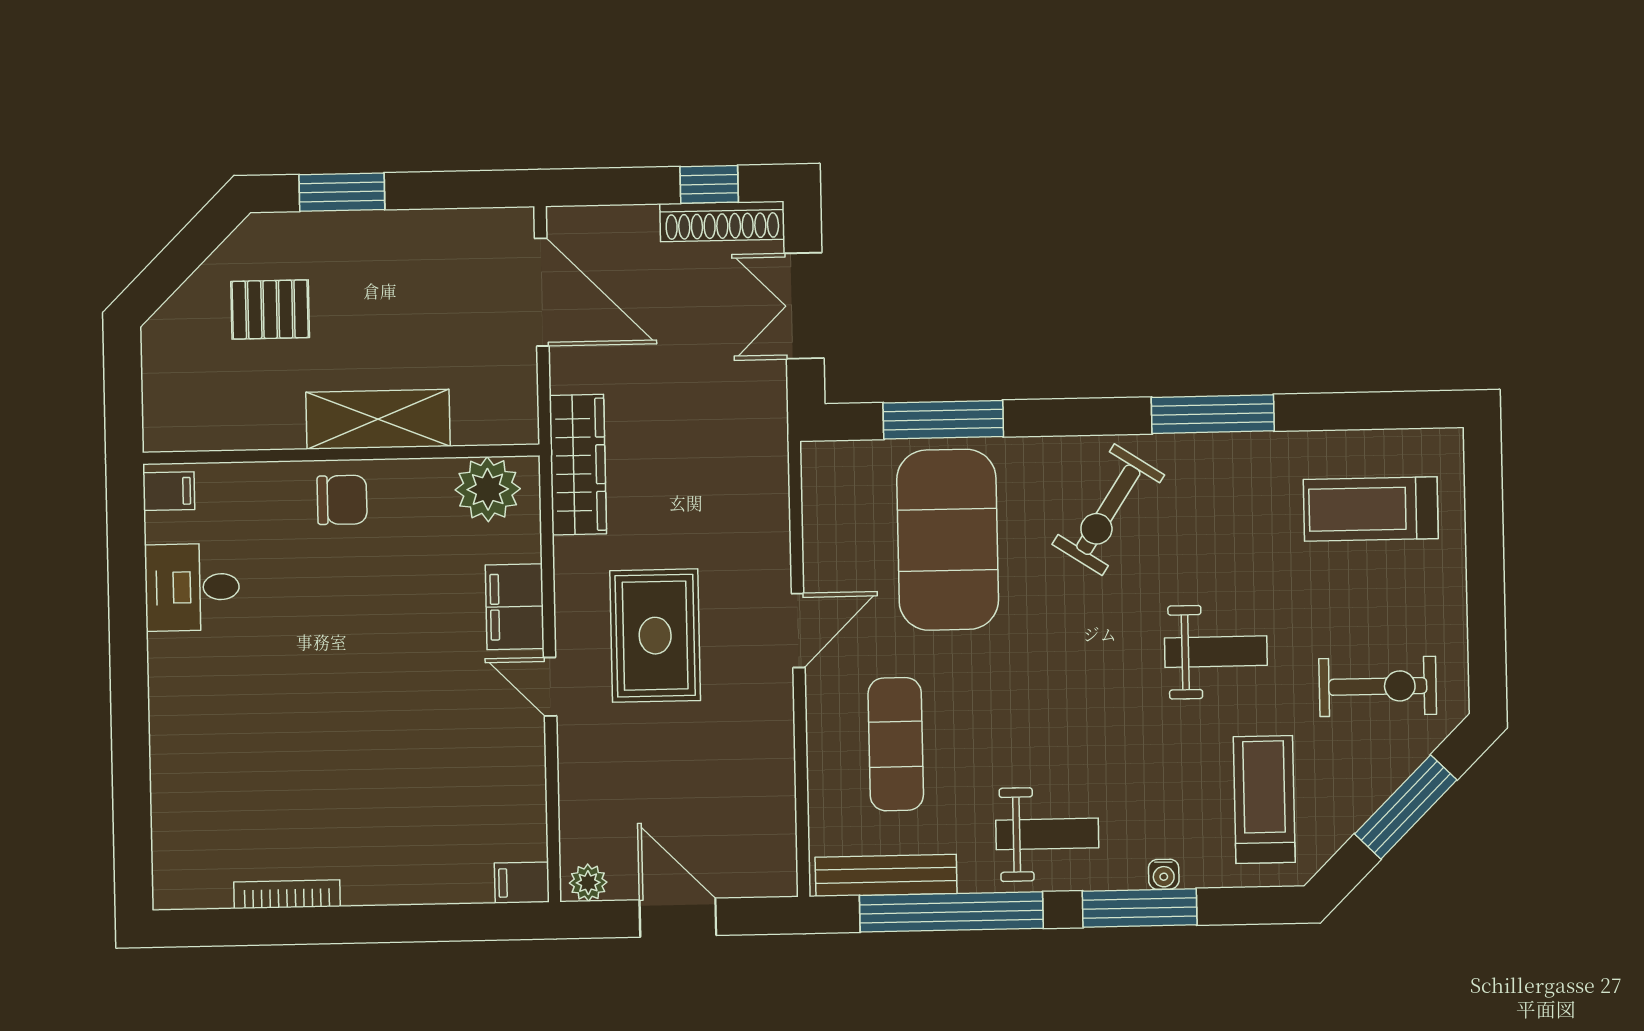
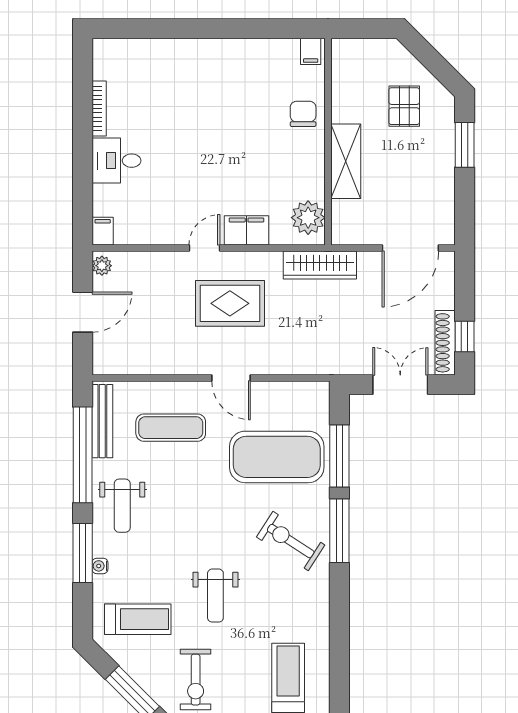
window: (1213, 414) -> (339, 531), moved
chair: (342, 500) -> (303, 114), moved, turned 180
desk: (192, 587) -> (116, 161), moved, turned -90

